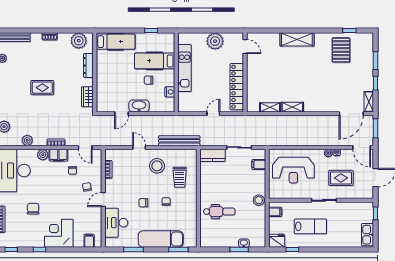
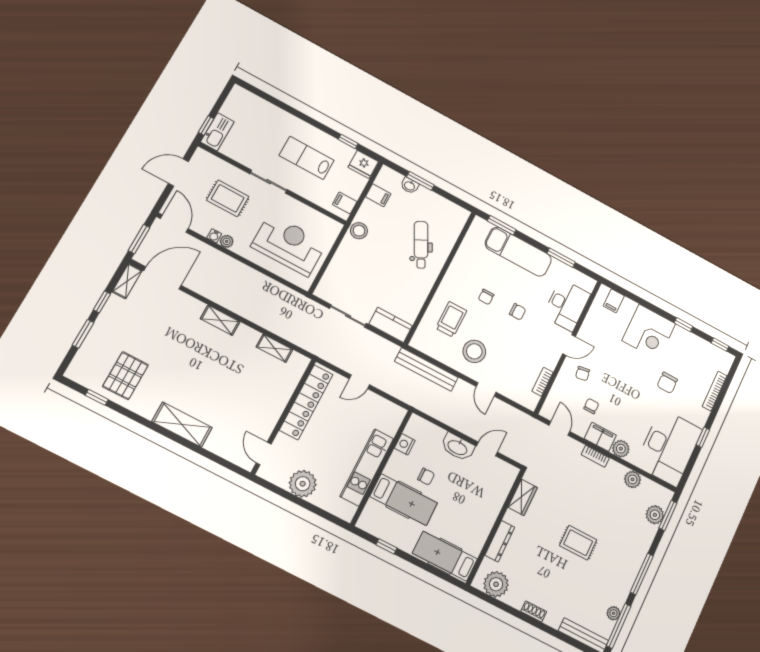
shelving: (292, 107) -> (220, 320), moved
filing cabinet: (259, 164) -> (378, 195), moved
dental chair: (219, 212) -> (421, 245), turned 63
kitchen sink: (367, 235) -> (217, 132), moved

